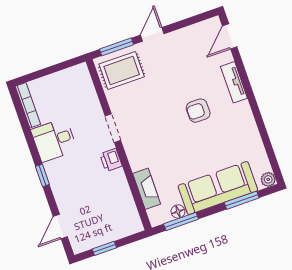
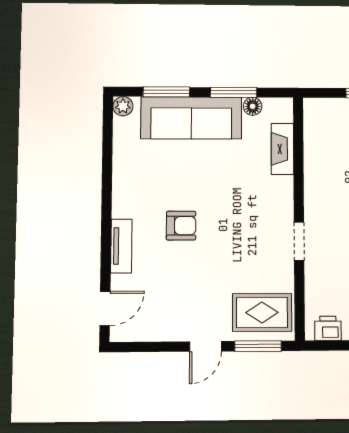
printer: (111, 160) -> (328, 328), moved, turned -90
window: (181, 222) -> (234, 92), moved

